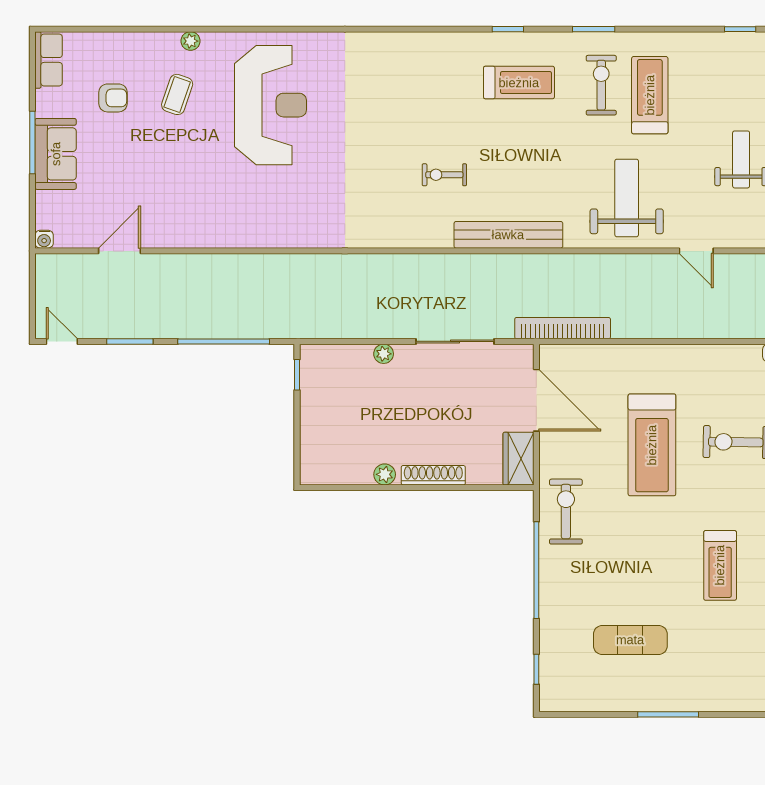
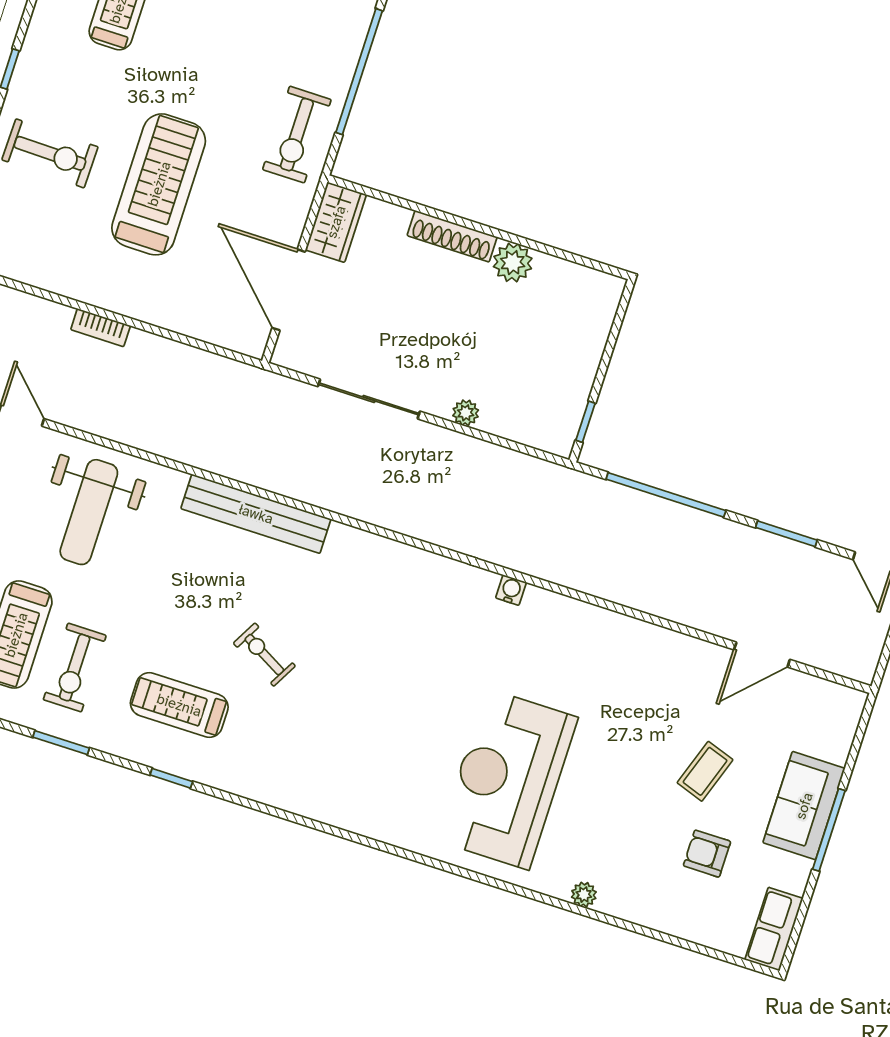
coffee table: (177, 94) -> (705, 771), moved
exercise bike: (444, 175) -> (264, 655), moved, turned -151
water cooler: (44, 239) -> (511, 590), moved
bookcase: (563, 328) -> (101, 328), moved, width x0.43, depth x0.76
plant: (385, 474) -> (513, 263), width x1.38, depth x1.38

